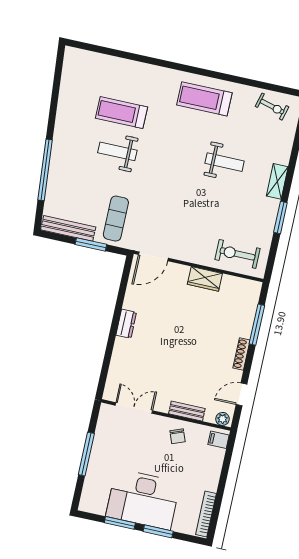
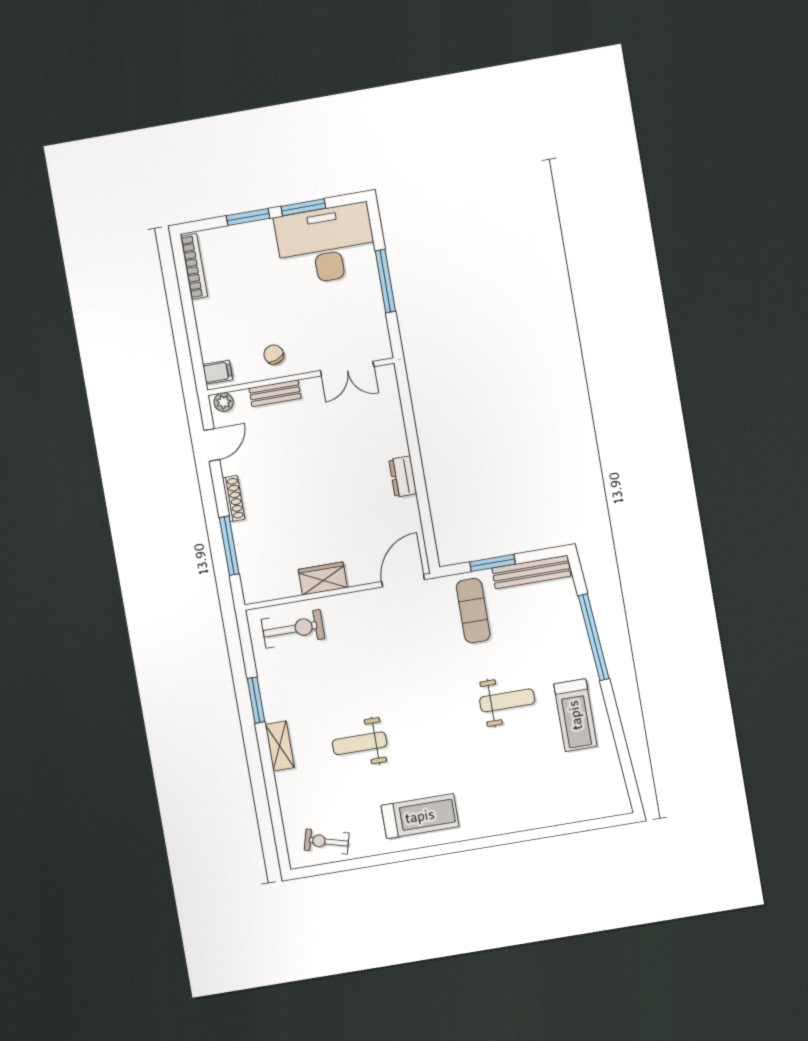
treadmill: (122, 113) -> (575, 715), moved, turned 90
desk: (143, 499) -> (326, 245), moved

